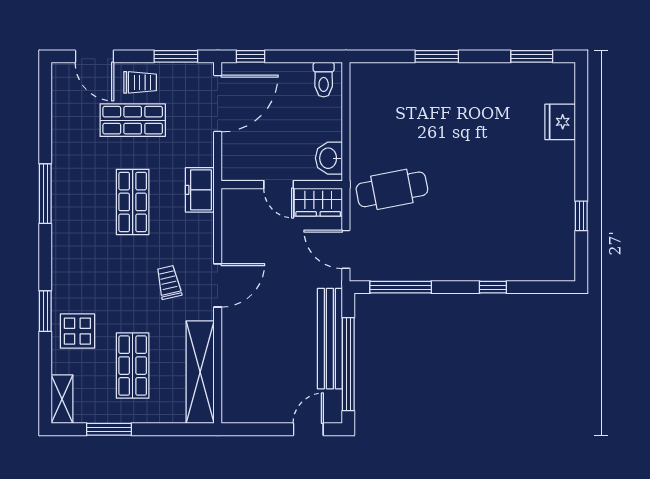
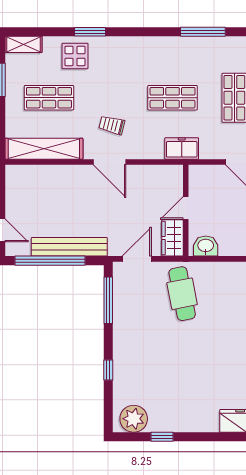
window: (45, 194) -> (203, 32), moved
plant: (557, 253) -> (134, 419), added
trolley: (169, 282) -> (112, 125), turned -153

